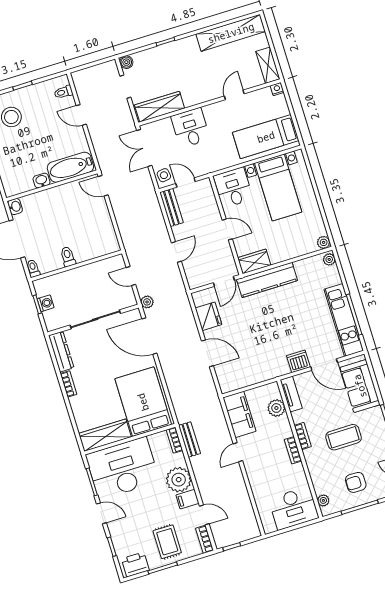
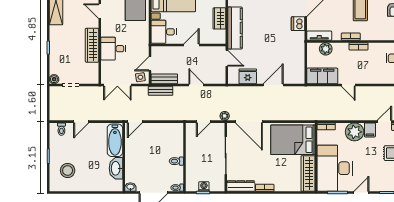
wardrobe: (160, 107) -> (92, 45), moved
washbasin: (42, 181) -> (116, 168), width x1.91, depth x1.45
wardrobe: (254, 261) -> (219, 18), moved
door: (149, 336) -> (249, 122), hinge flipped
bench: (189, 439) -> (161, 91), moved

